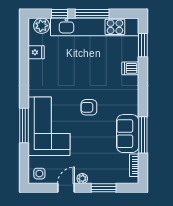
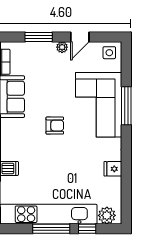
fridge: (36, 52) -> (113, 169), moved

